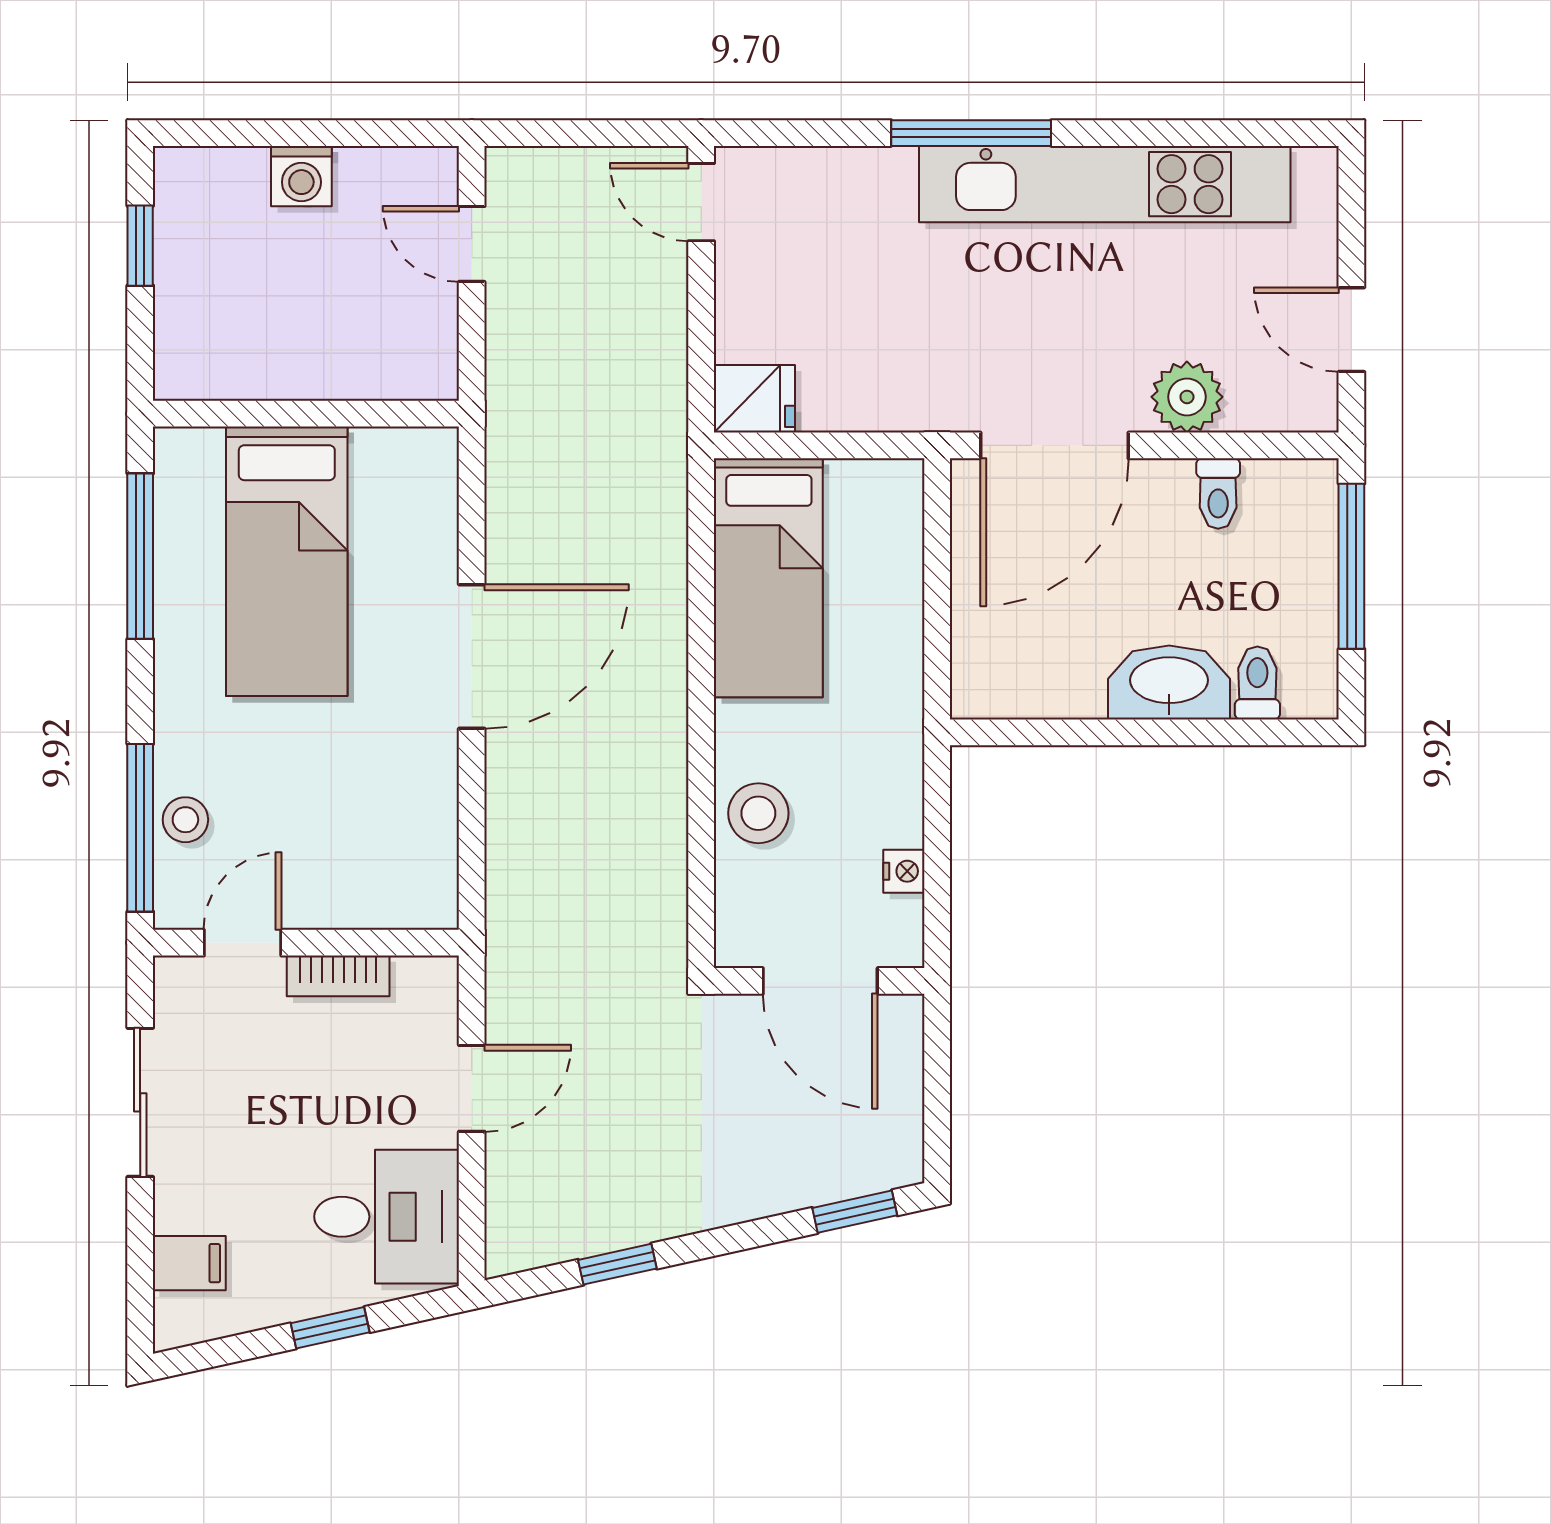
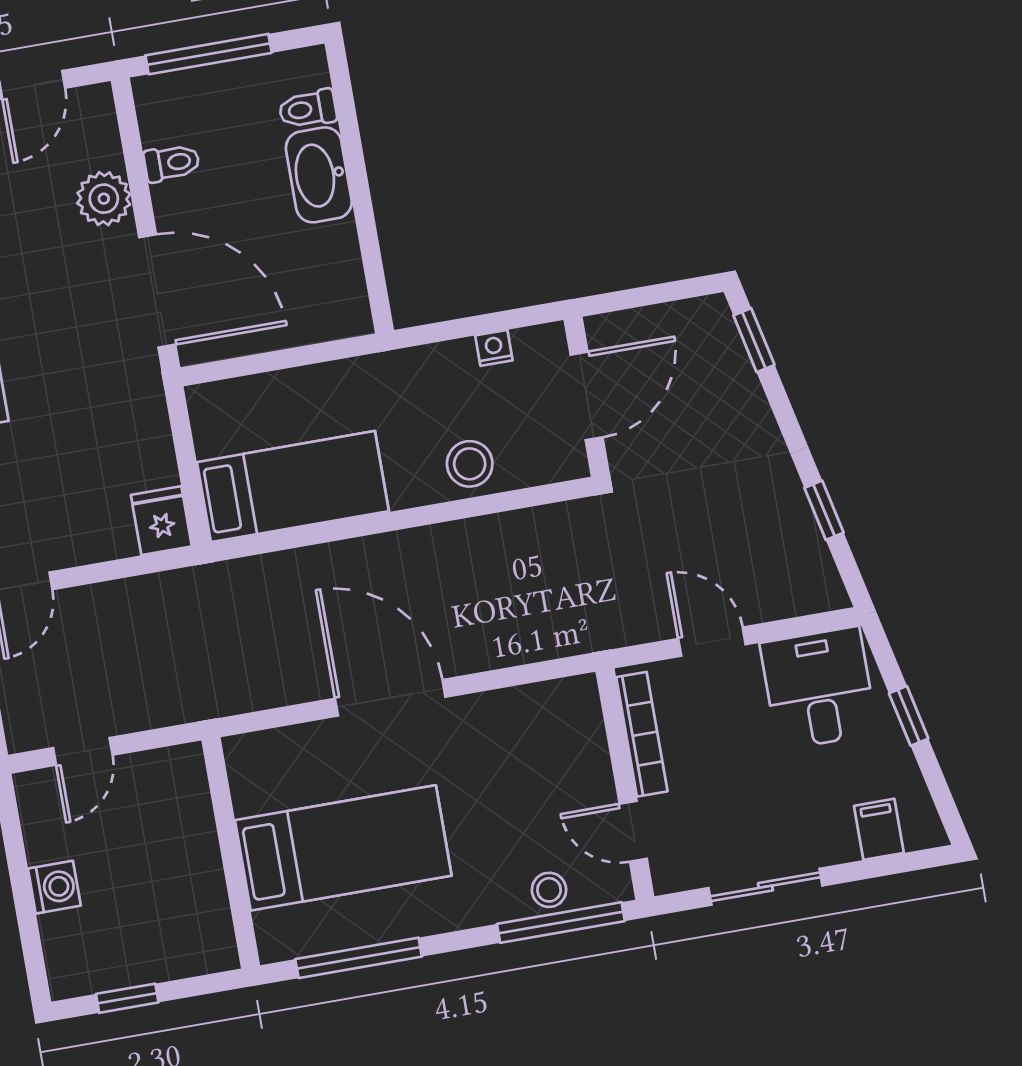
bookcase: (338, 976) -> (642, 734), width x1.56

